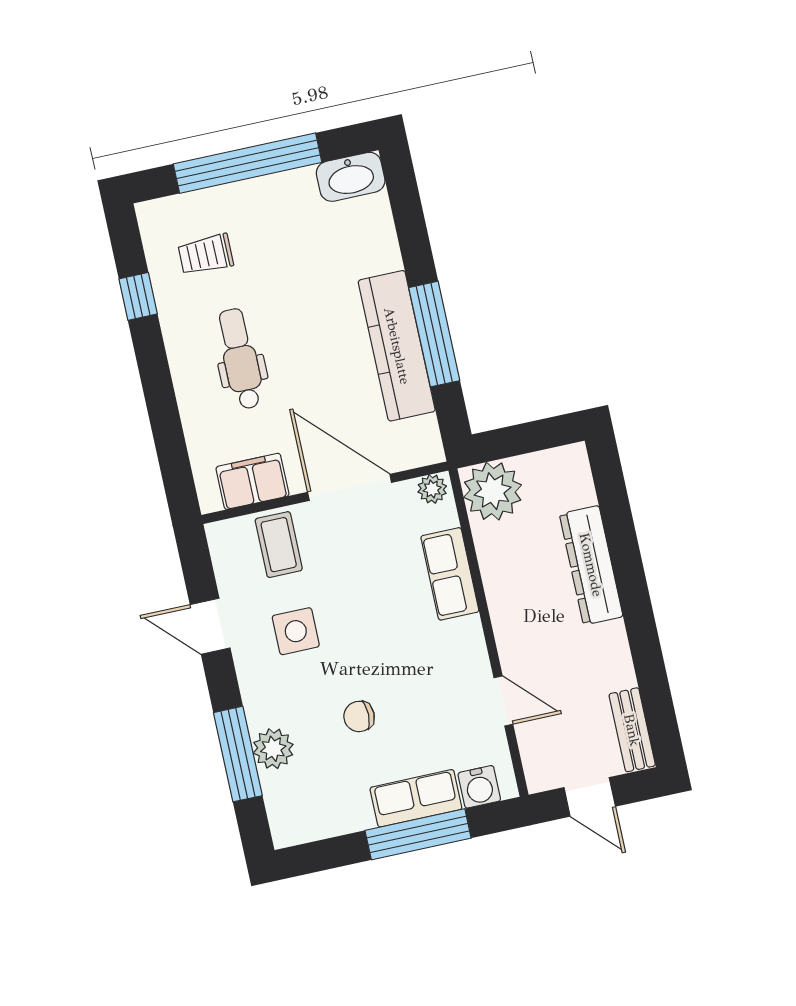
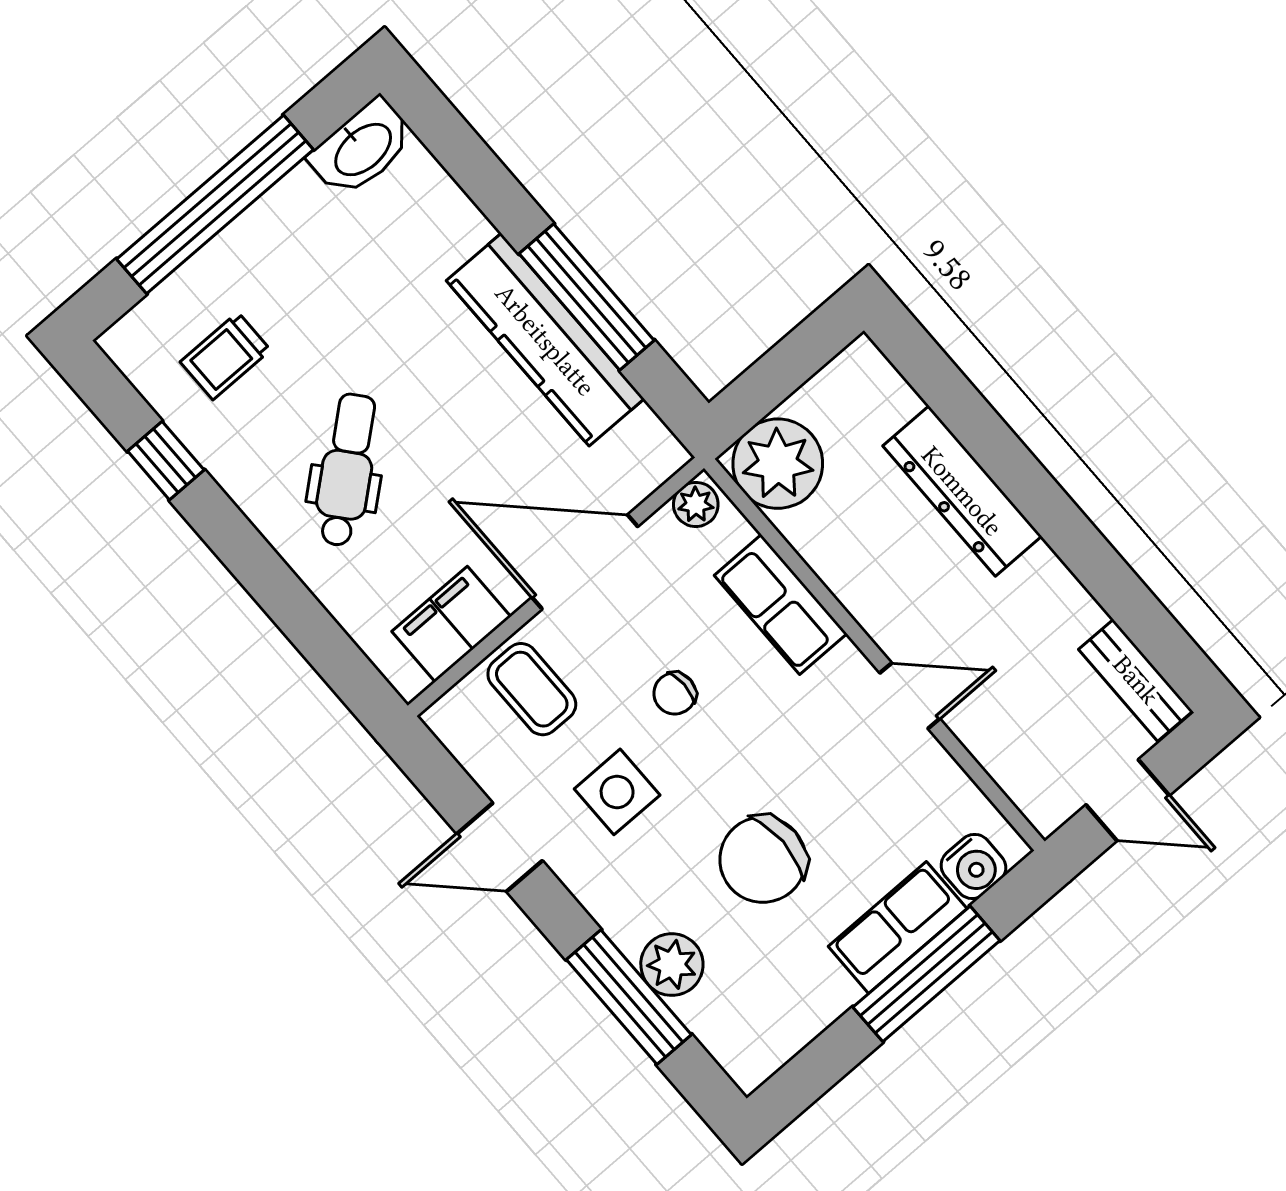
dental chair: (240, 359) -> (347, 470), turned 50
chair: (360, 592) -> (675, 693), added
door: (503, 701) -> (910, 696), moved
chair: (359, 716) -> (763, 860), width x1.87, depth x1.87

